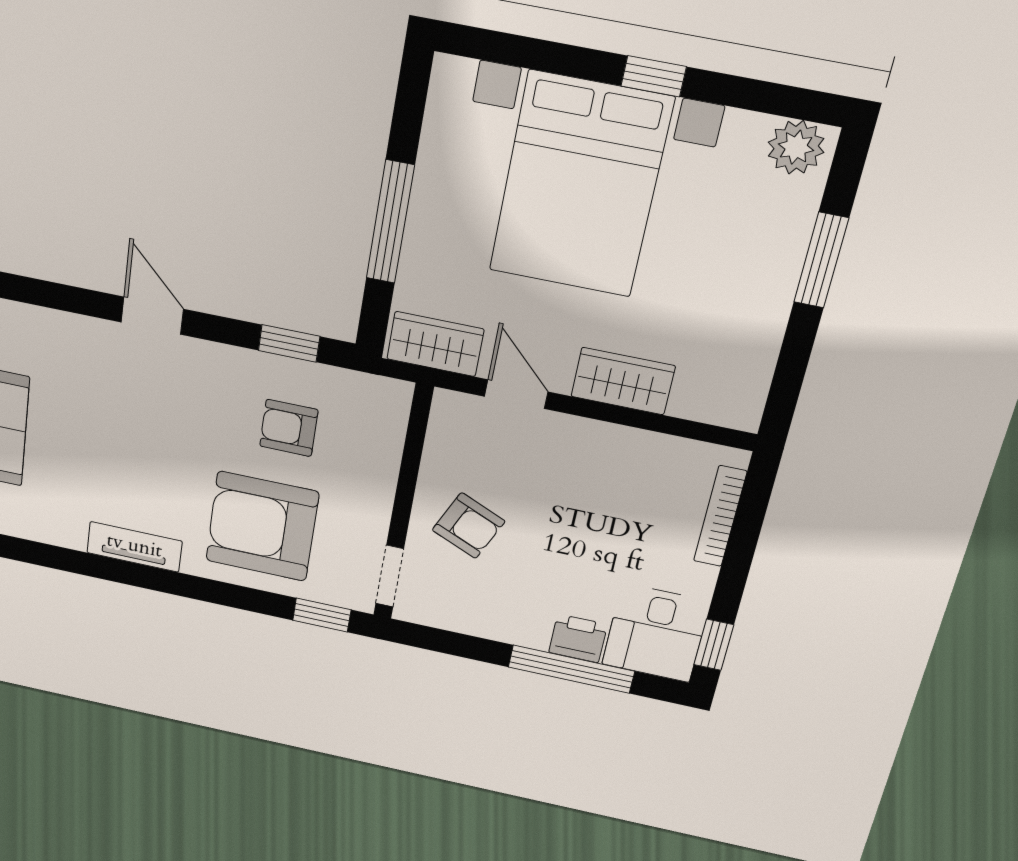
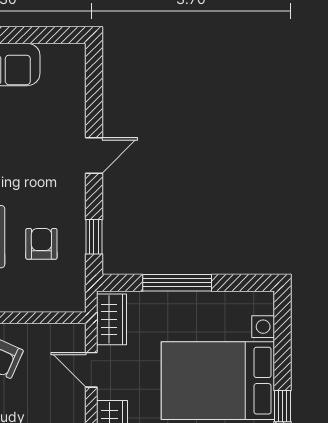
door: (516, 394) -> (91, 370), swing flipped

